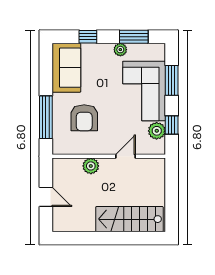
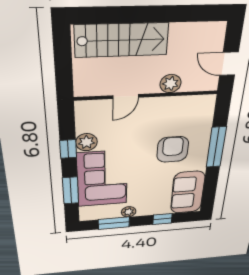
wall: (109, 156) -> (147, 96), moved
door: (126, 156) -> (126, 96), moved
plant: (91, 166) -> (170, 84), moved

